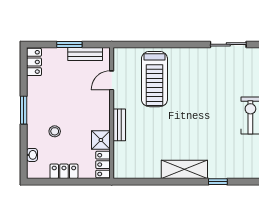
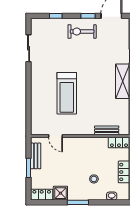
treadmill: (154, 79) -> (67, 93), moved, turned 90
bench: (119, 125) -> (107, 130), moved
shower: (101, 140) -> (60, 193), moved

